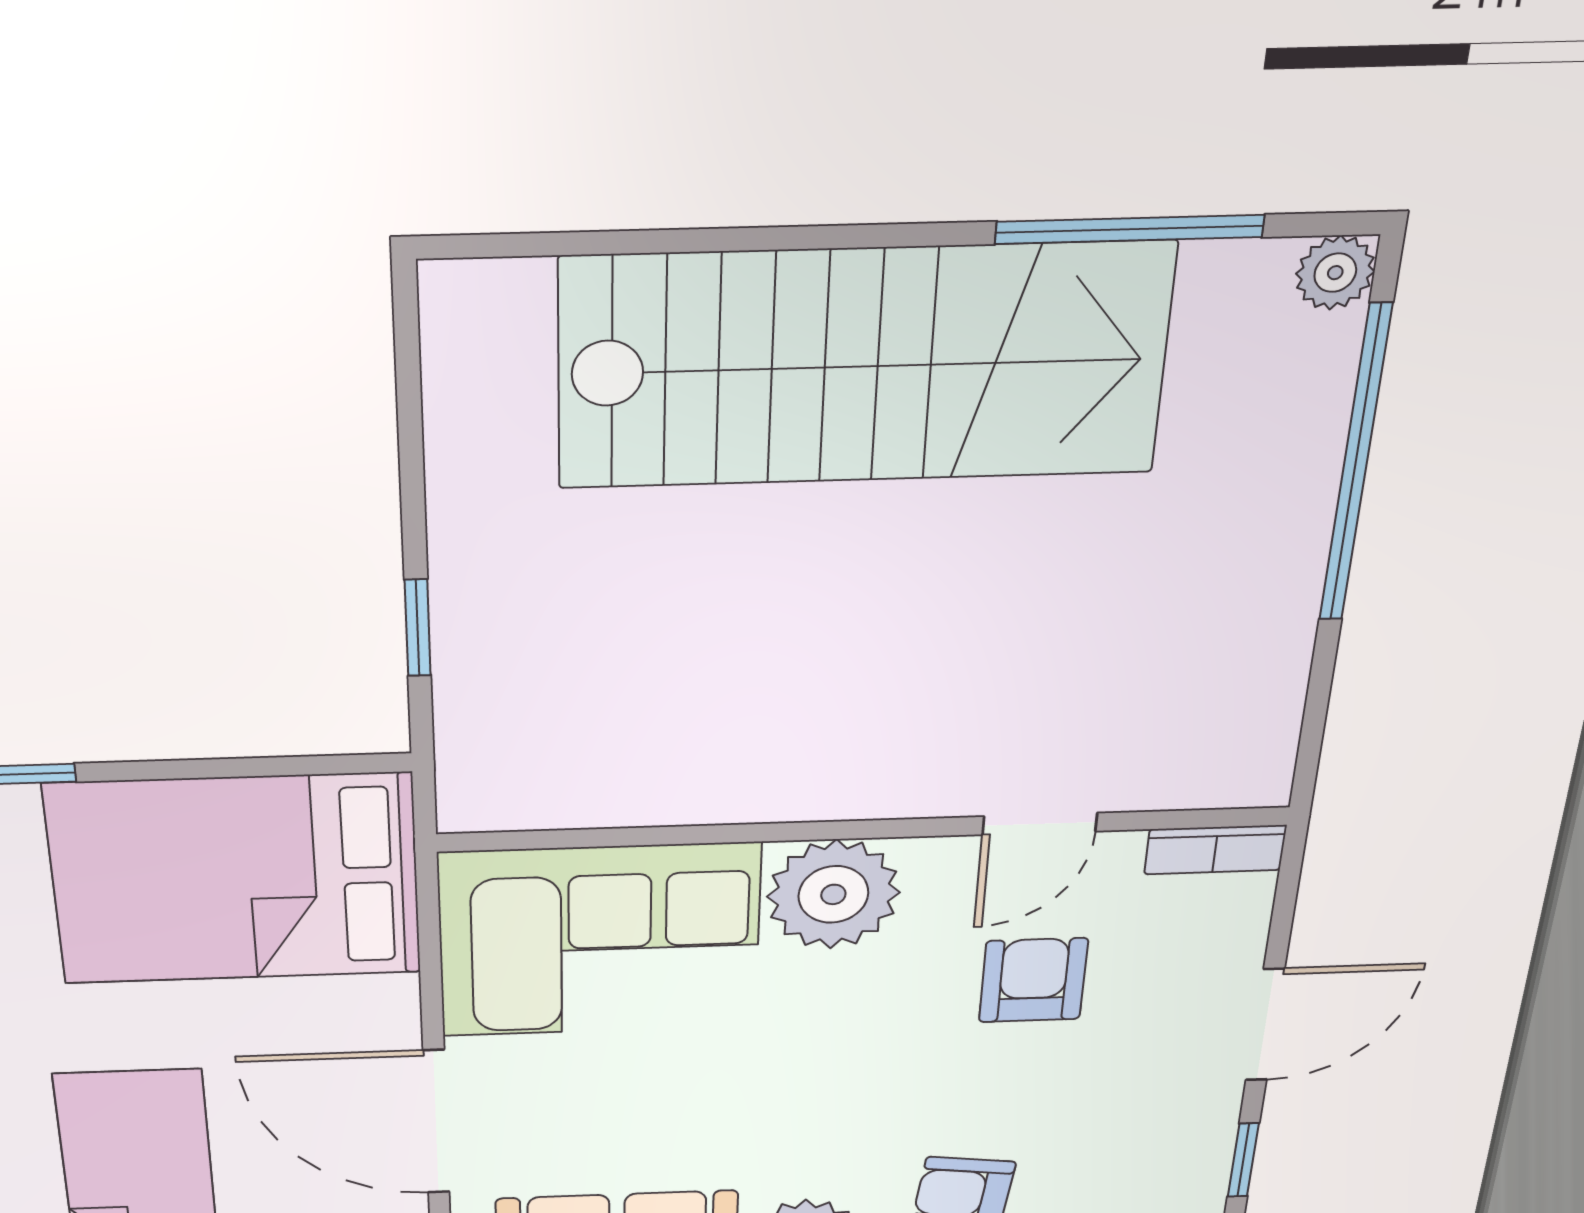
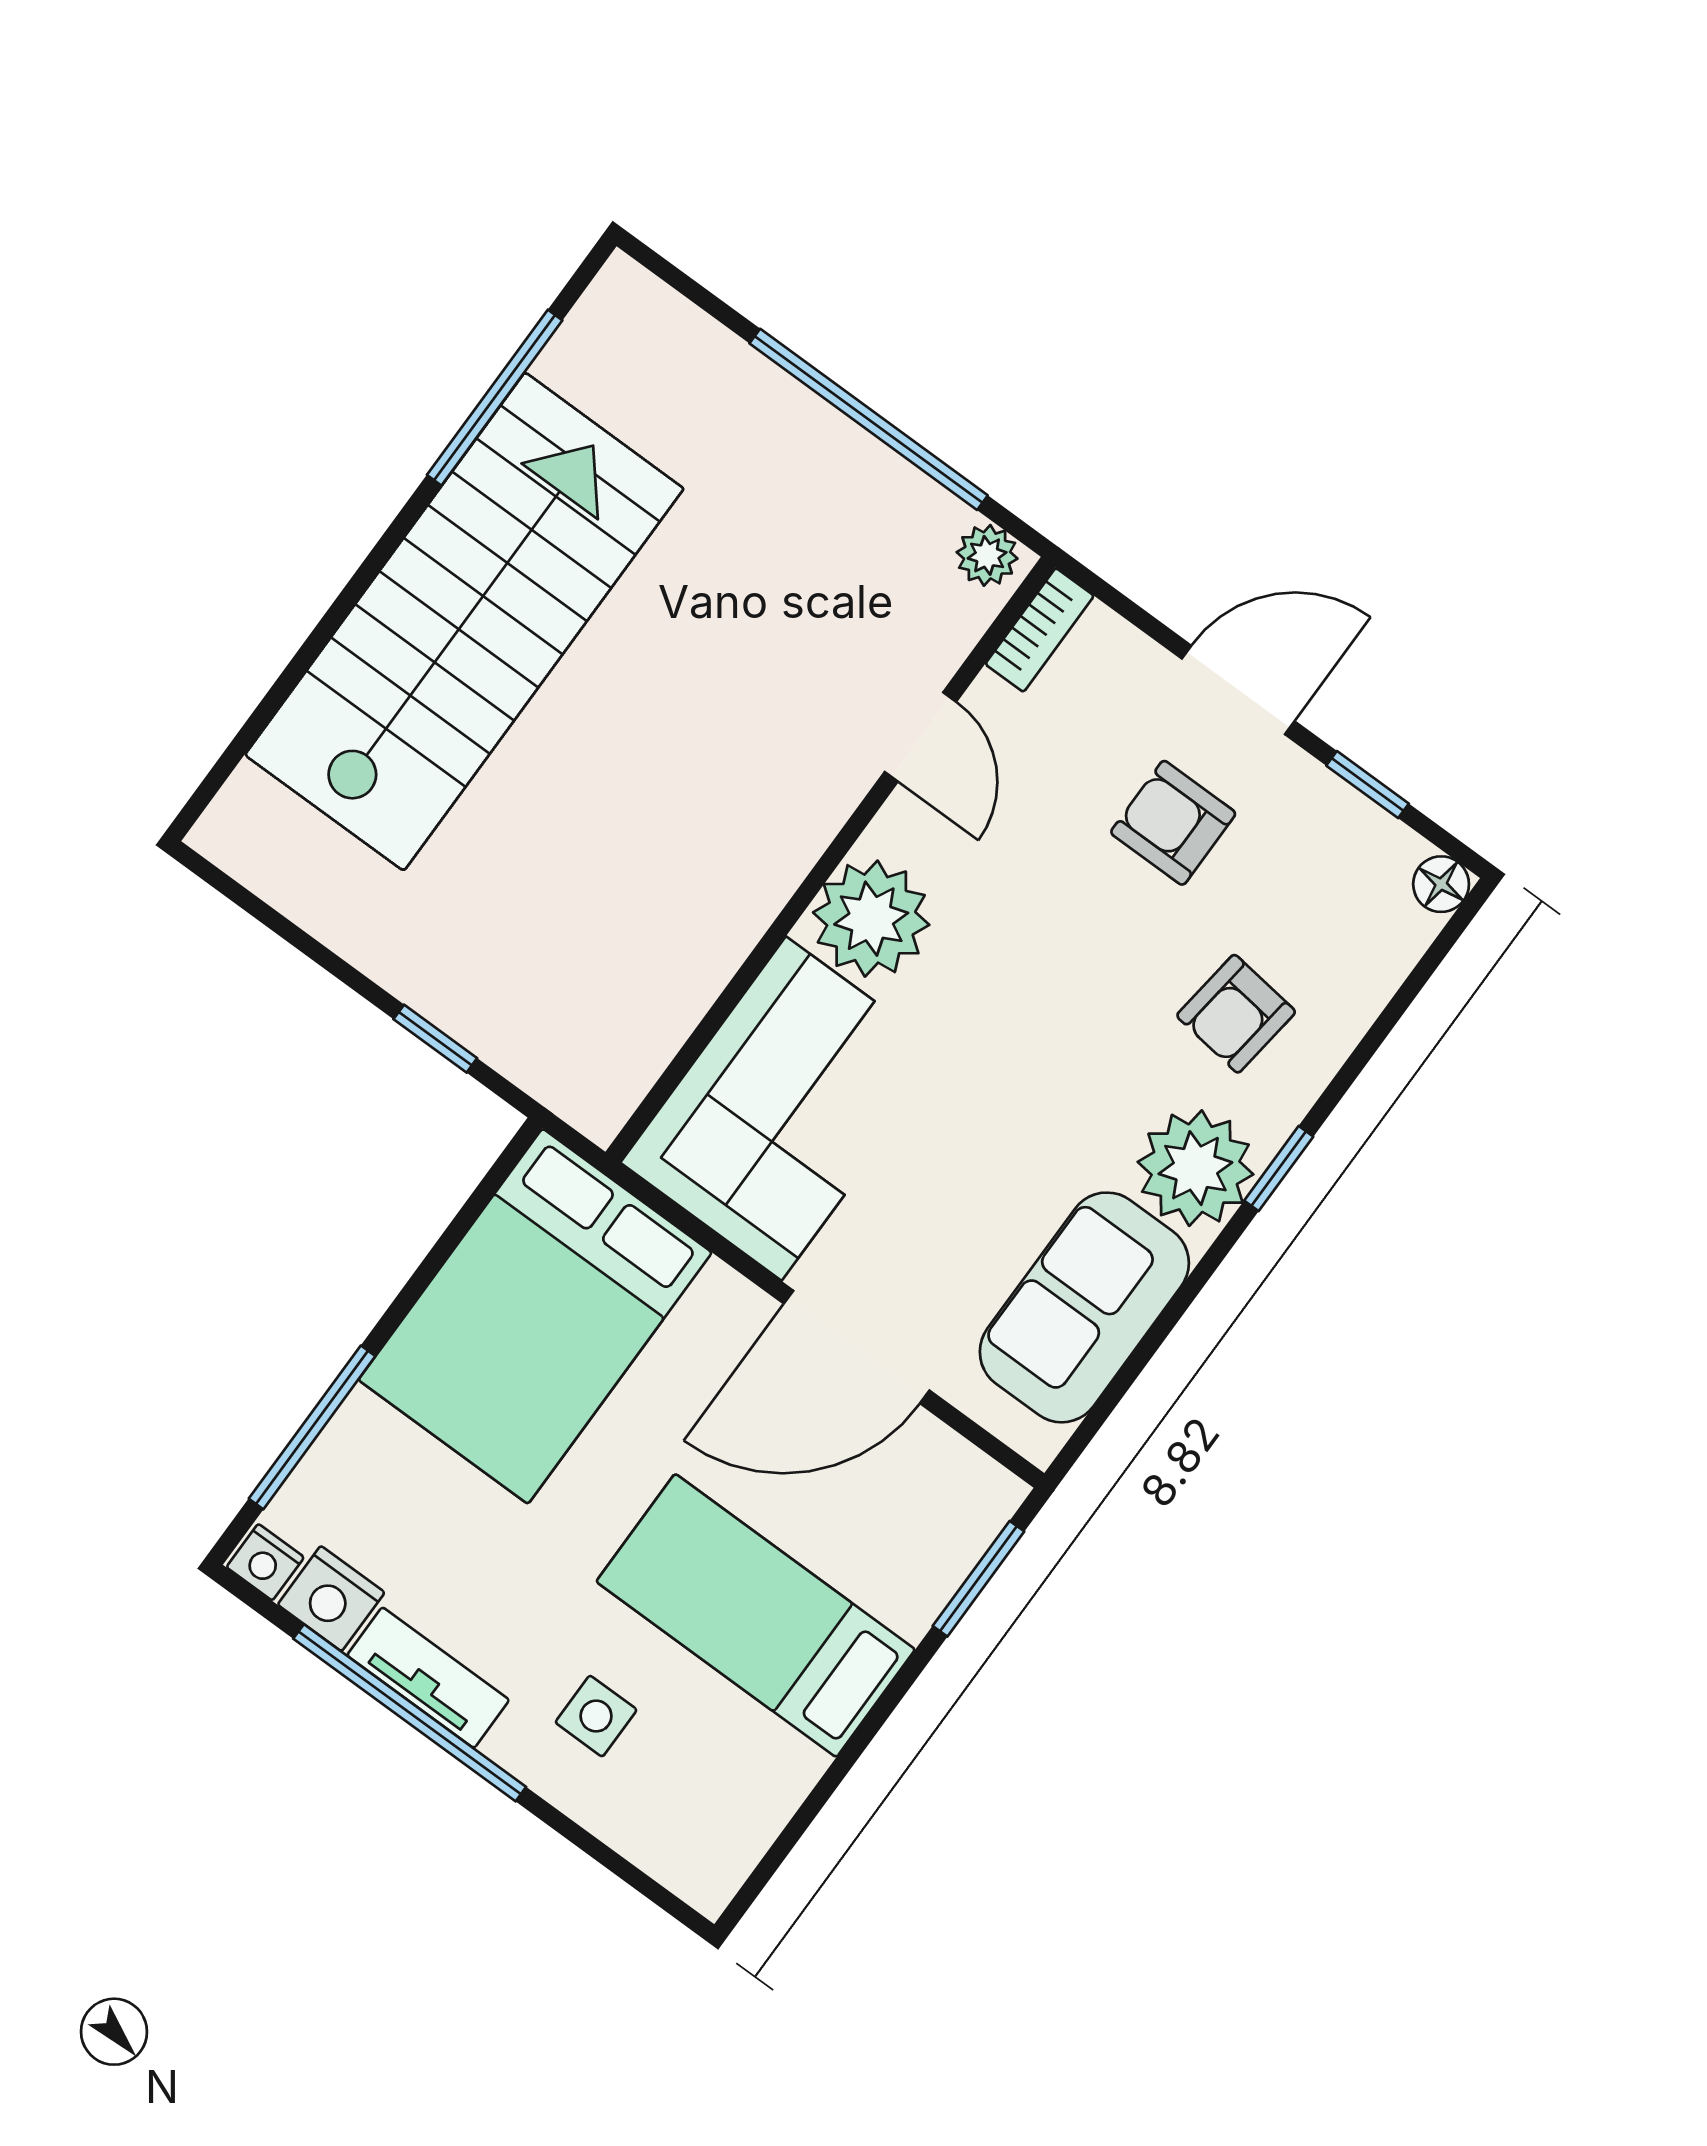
plant: (1335, 273) -> (987, 555), moved
window: (1355, 466) -> (869, 419), moved
armchair: (1033, 980) -> (1173, 823), moved
door: (1265, 1025) -> (1238, 690), hinge flipped

